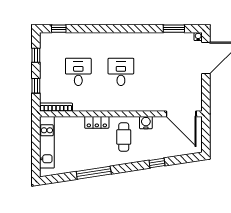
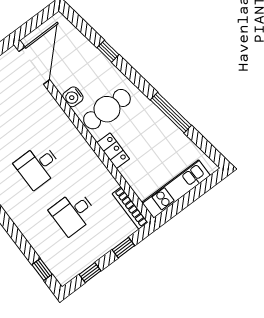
cafe table: (124, 137) -> (107, 109), width x1.37, depth x1.35

